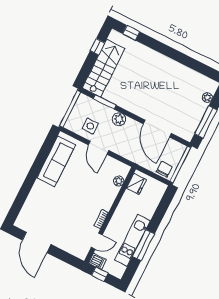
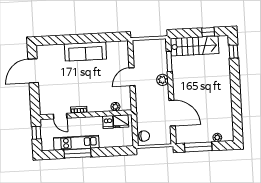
side table: (90, 126) -> (145, 61), removed
door: (157, 129) -> (172, 113), swing flipped
sofa: (56, 161) -> (85, 51), moved
dishwasher: (97, 261) -> (108, 122), moved

